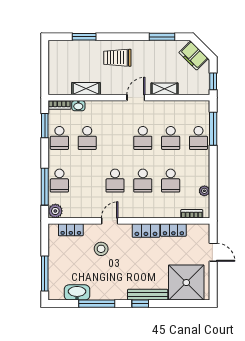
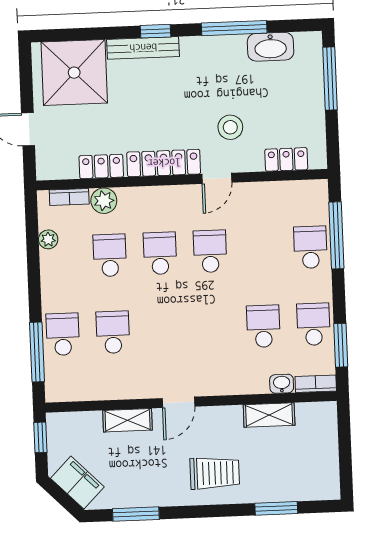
school desk: (143, 138) -> (163, 330), removed
plant: (55, 211) -> (104, 201), moved
locker: (146, 230) -> (164, 163), width x1.53

